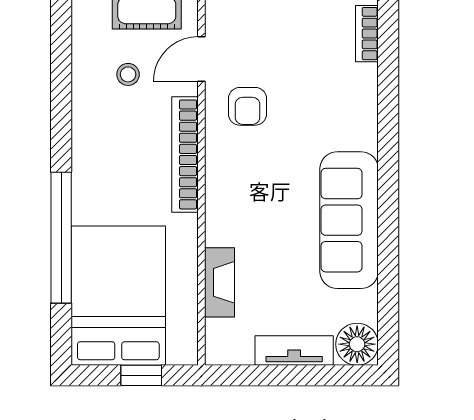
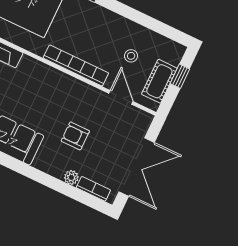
plant: (366, 77) -> (71, 177), added
armchair: (248, 106) -> (75, 136), moved

